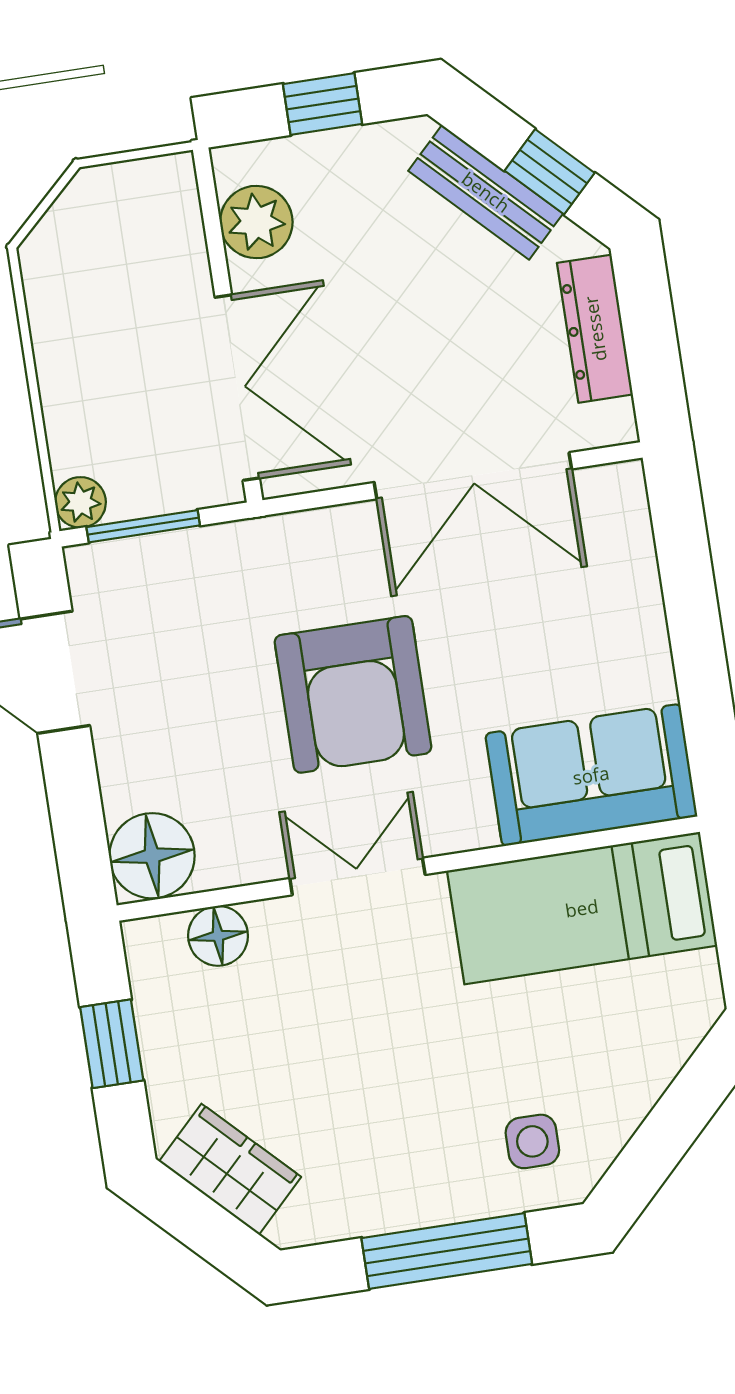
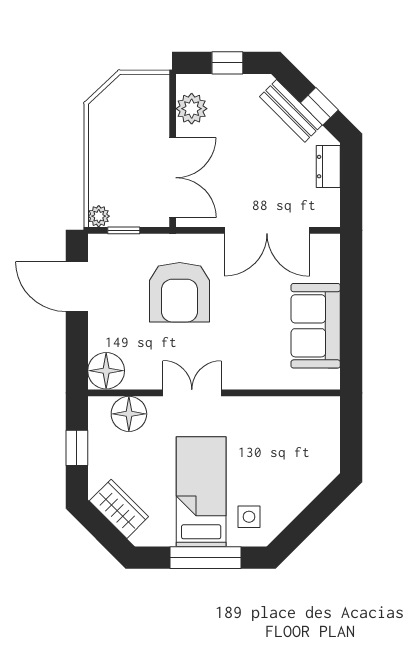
dresser: (595, 329) -> (328, 167), width x0.70
window: (143, 526) -> (124, 230), width x0.67
armchair: (353, 694) -> (180, 292), moved
sofa: (591, 775) -> (316, 326), moved, turned -90
bed: (582, 908) -> (201, 492), moved, turned 90
floor lamp: (218, 936) -> (129, 414), width x1.38, depth x1.38

